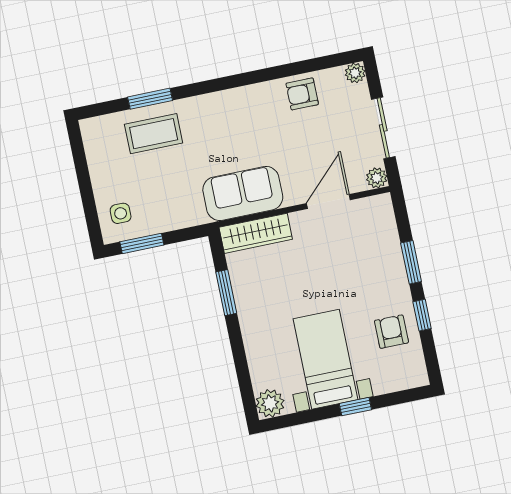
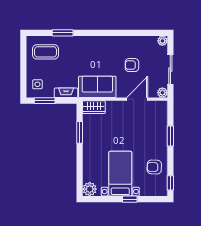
armchair: (302, 94) -> (132, 65), moved
coffee table: (154, 134) -> (46, 52), moved
fireplace: (182, 218) -> (66, 93), added
wardrobe: (256, 233) -> (94, 107), width x0.67
window: (422, 315) -> (170, 183), moved
armchair: (391, 332) -> (154, 167), turned -89

